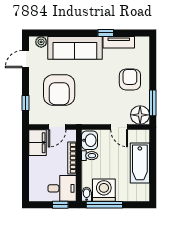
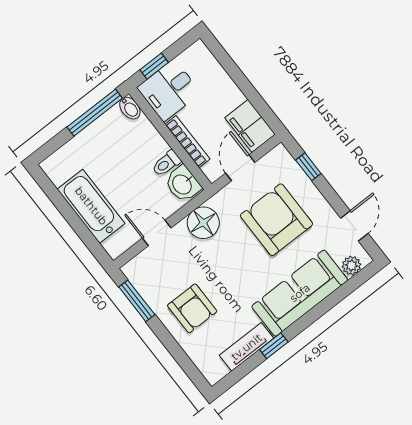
floor lamp: (140, 115) -> (203, 223), moved
washing machine: (104, 190) -> (111, 132), removed

